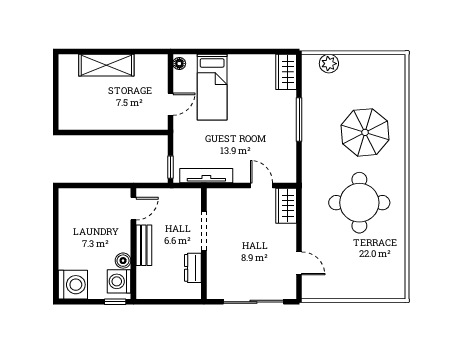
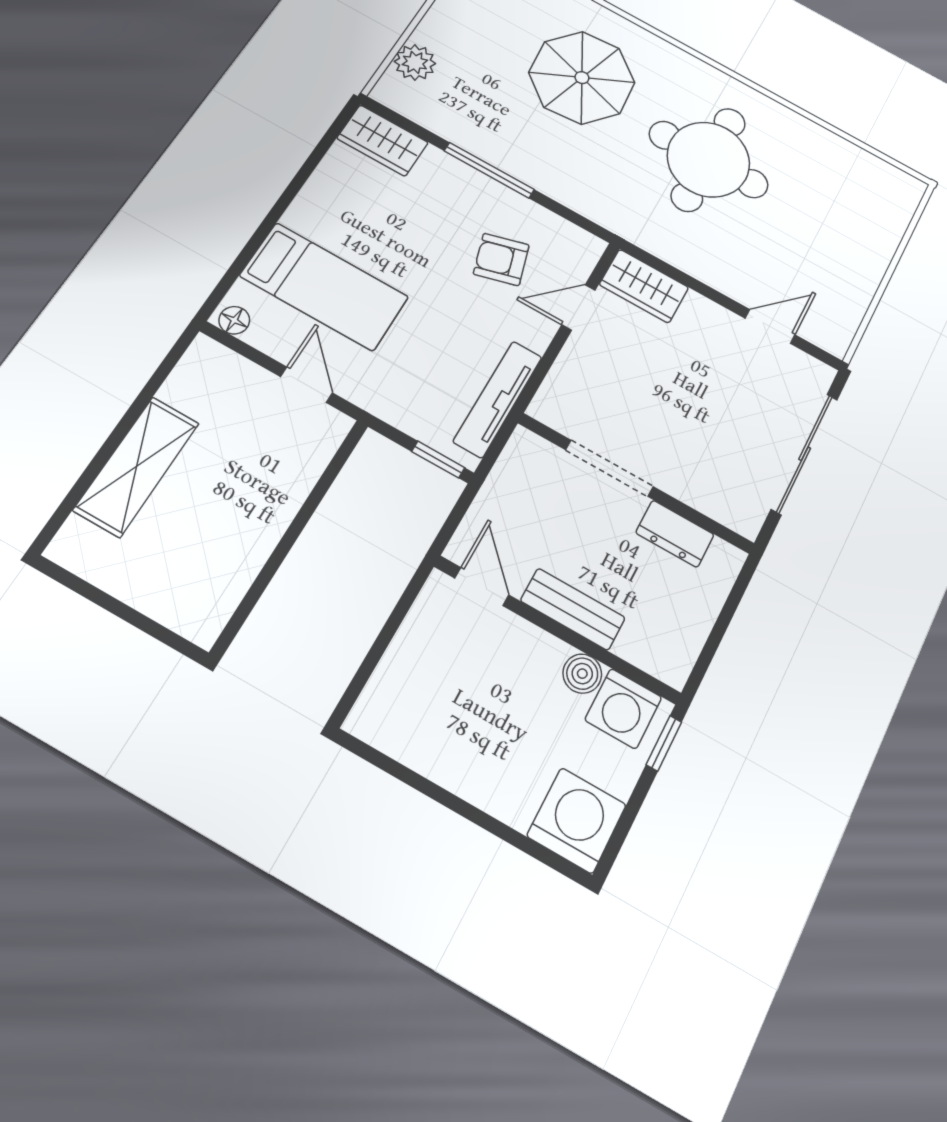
armchair: (264, 145) -> (501, 259), added

